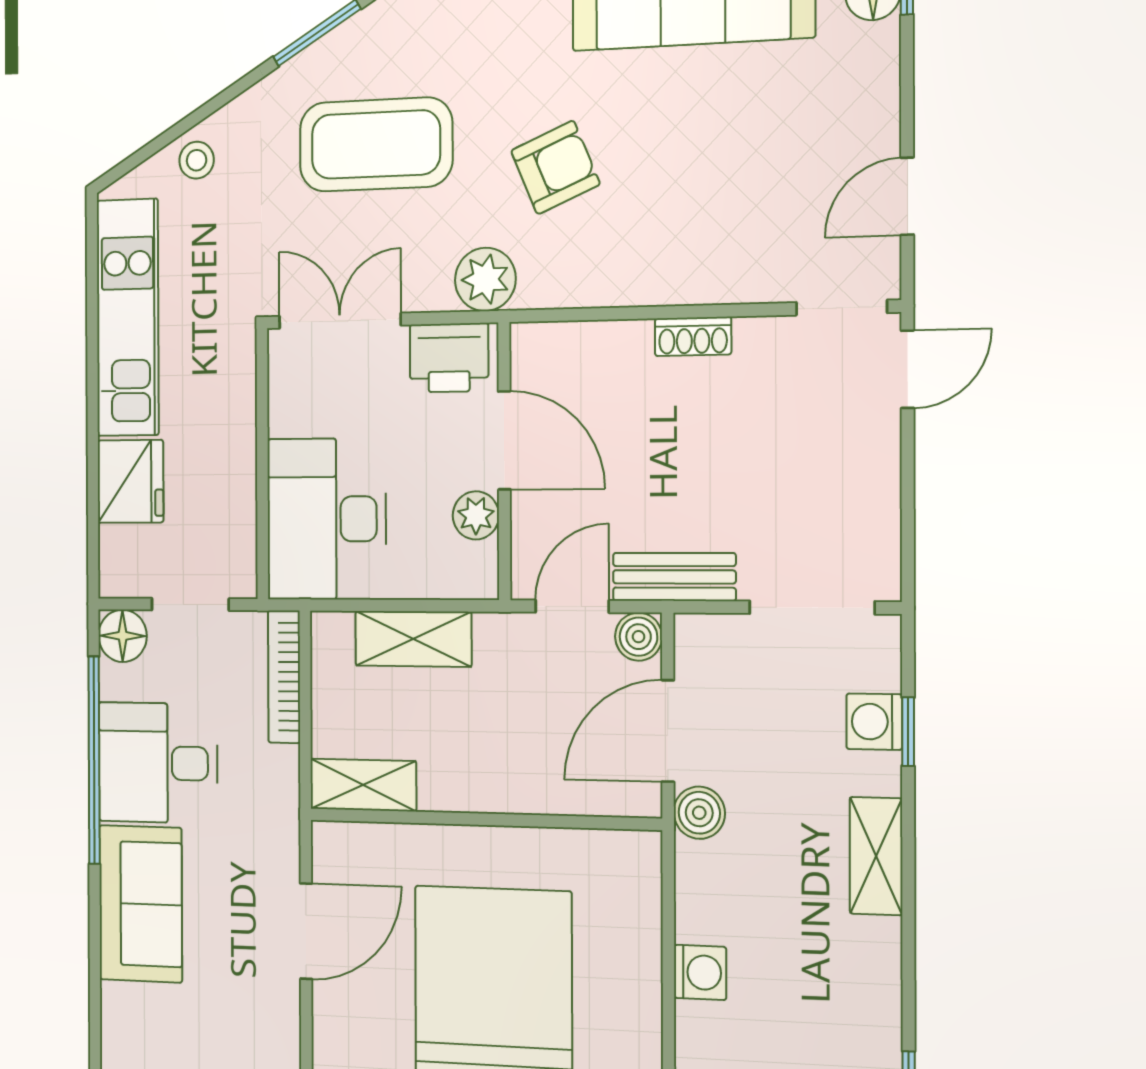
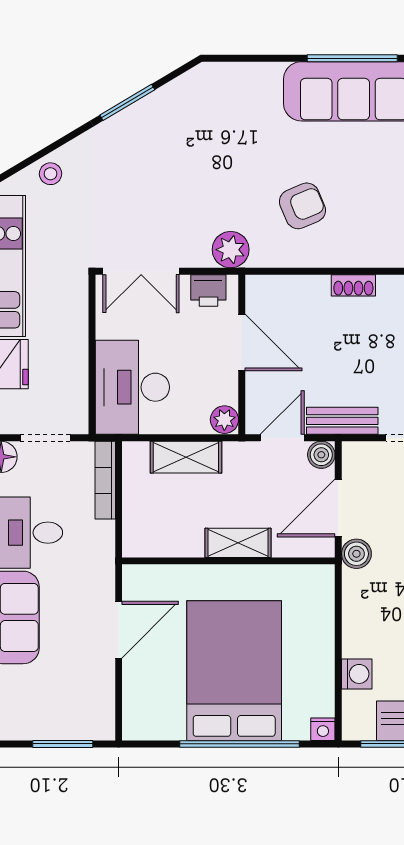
coffee table: (376, 144) -> (164, 169), removed
armchair: (555, 167) -> (302, 206), moved
double door: (340, 321) -> (141, 271), swing flipped
printer: (449, 358) -> (208, 291), width x0.73, depth x0.81
plant: (476, 515) -> (224, 420), moved
shelving: (363, 785) -> (238, 543), moved
washing machine: (700, 972) -> (357, 674), moved

